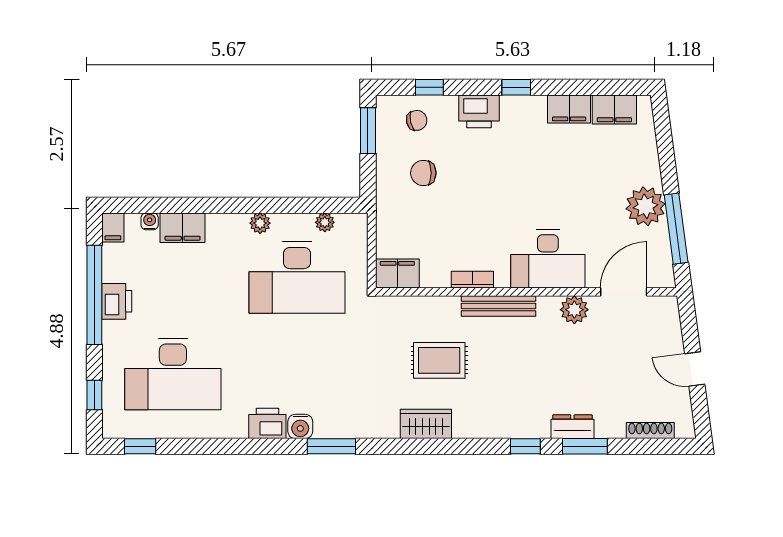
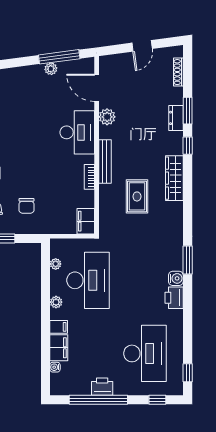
plant: (645, 206) -> (51, 69), width x0.53, depth x0.53
filing cabinet: (113, 227) -> (59, 327), moved
wardrobe: (426, 424) -> (174, 178), moved, width x1.50

